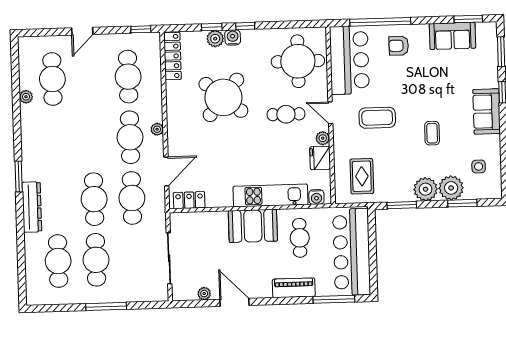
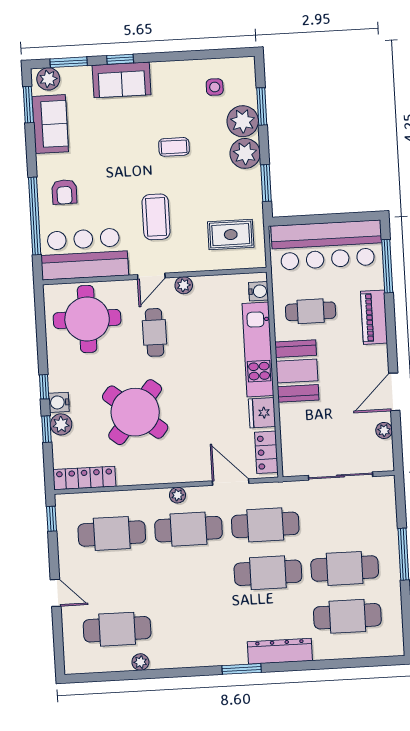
plant: (488, 35) -> (48, 79), added
sofa: (487, 111) -> (122, 80), moved
fridge: (320, 158) -> (262, 413), moved, turned 90

